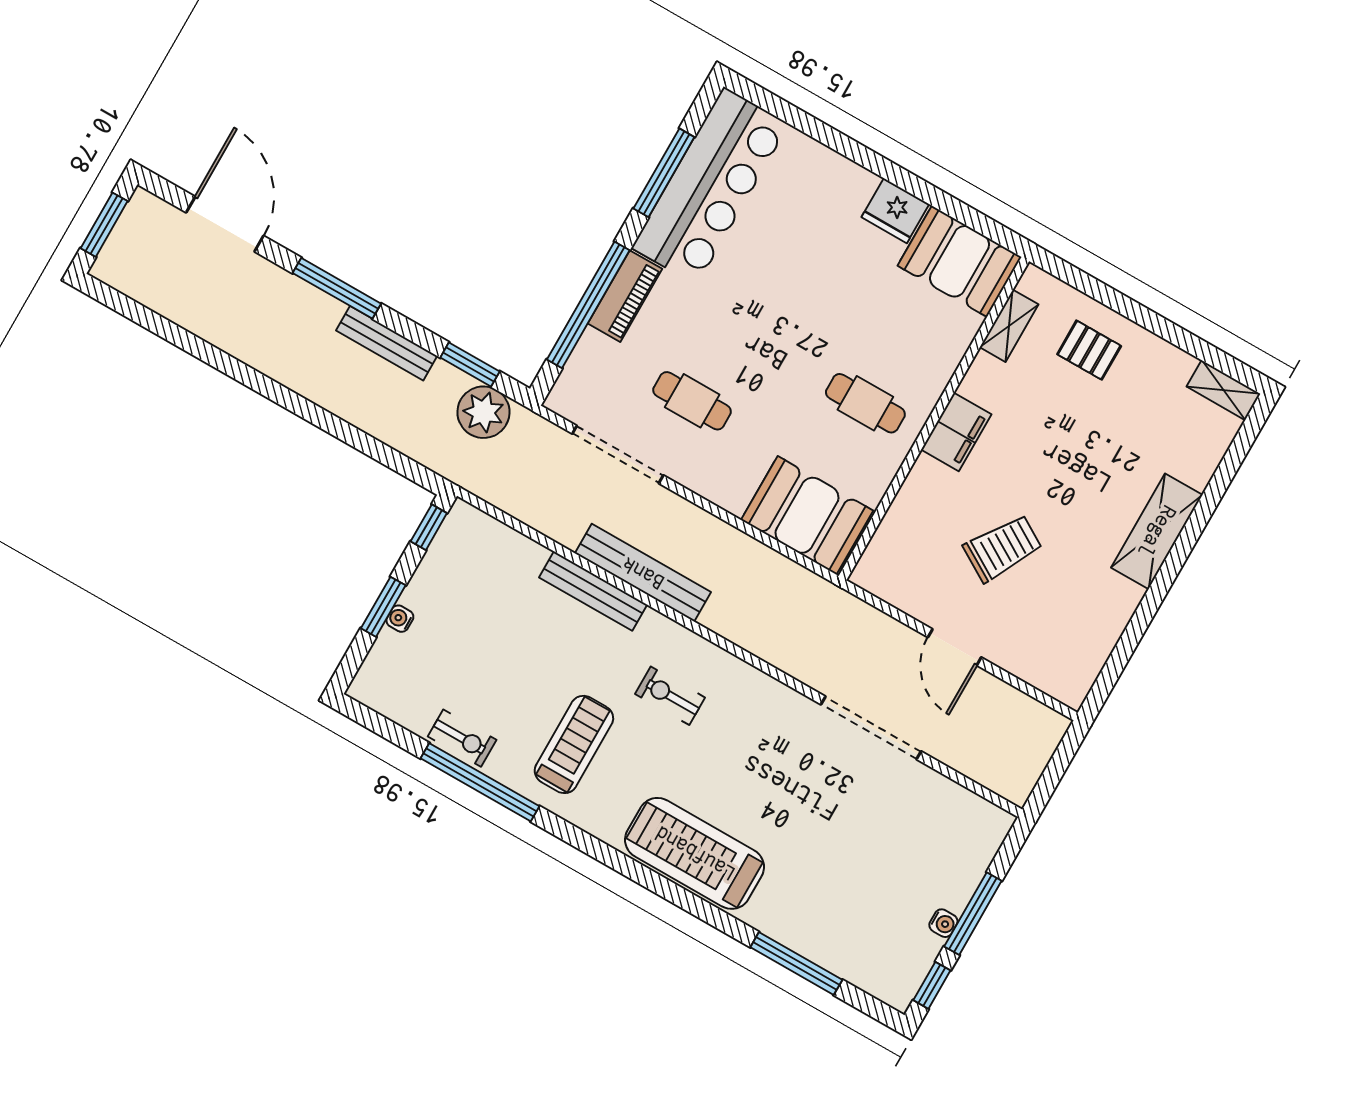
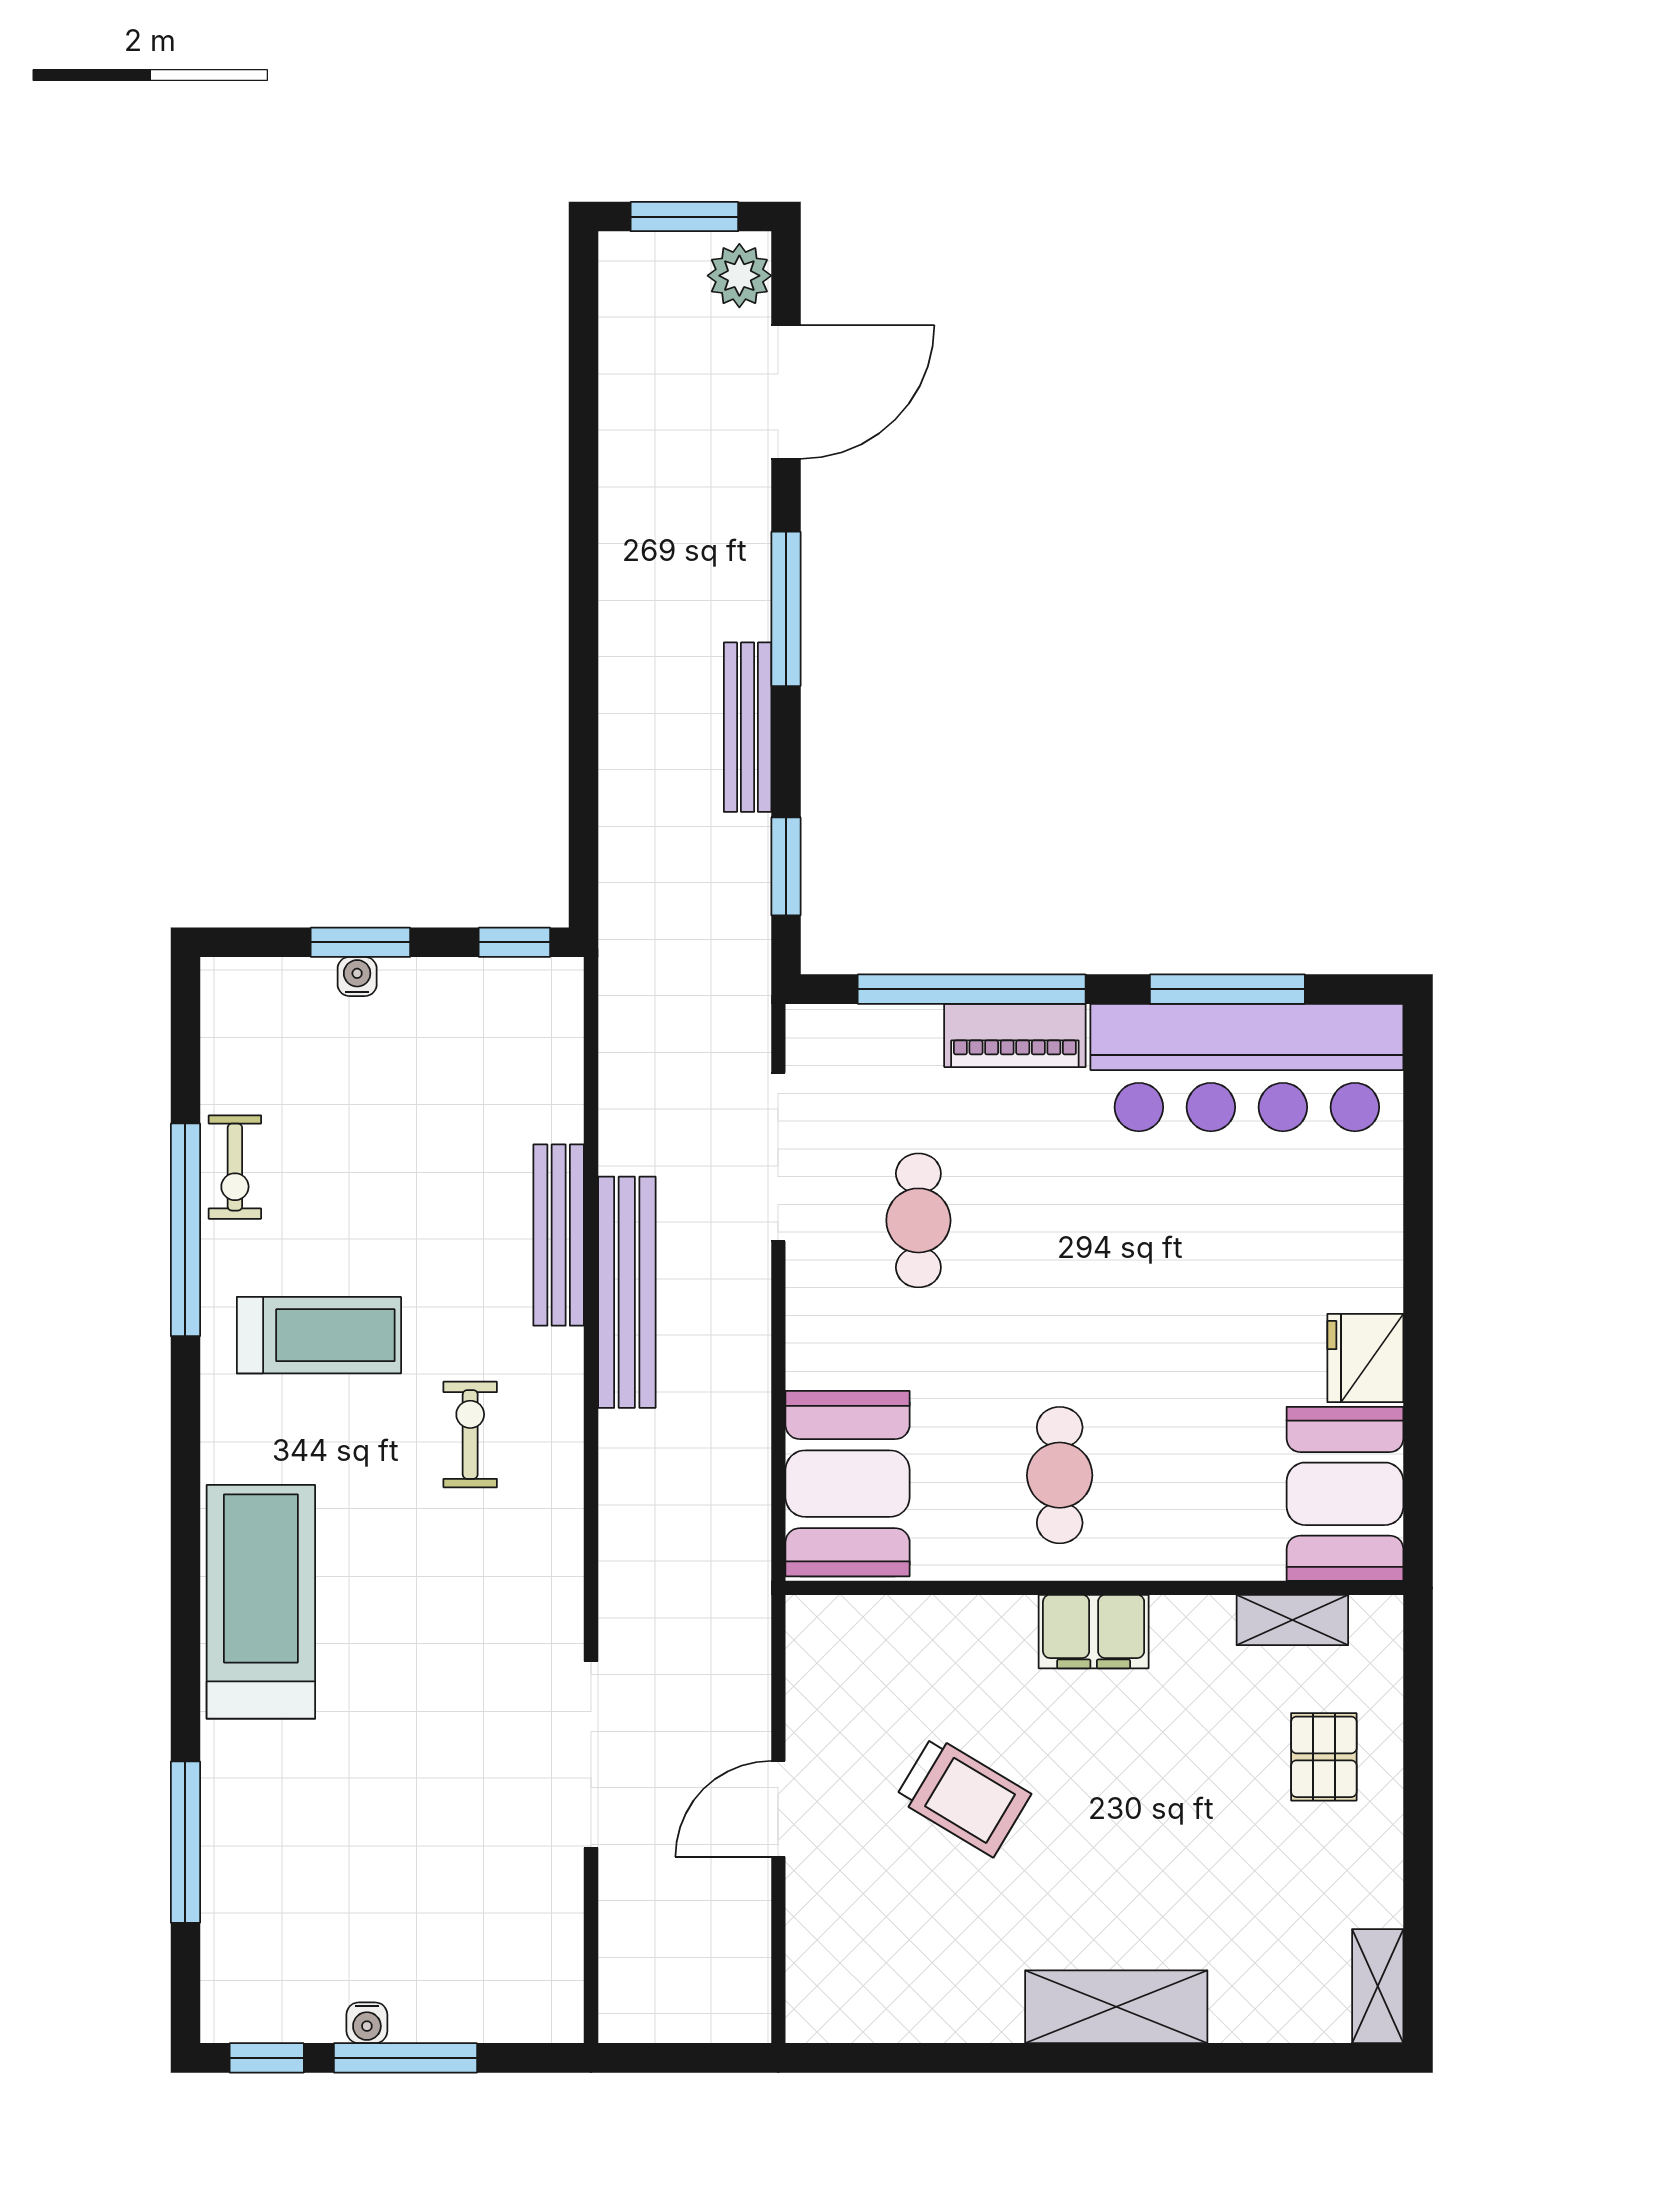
plant: (483, 412) -> (739, 276), moved, width x0.73, depth x0.73

